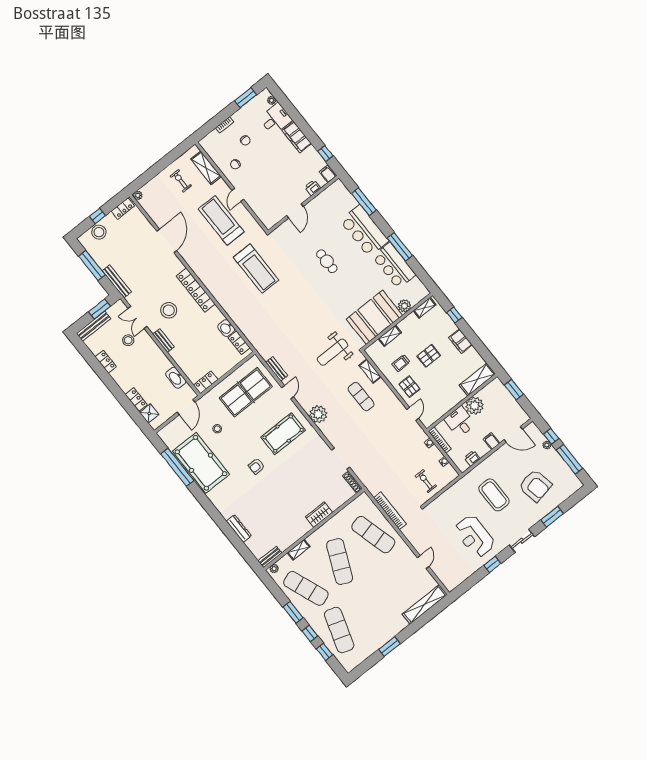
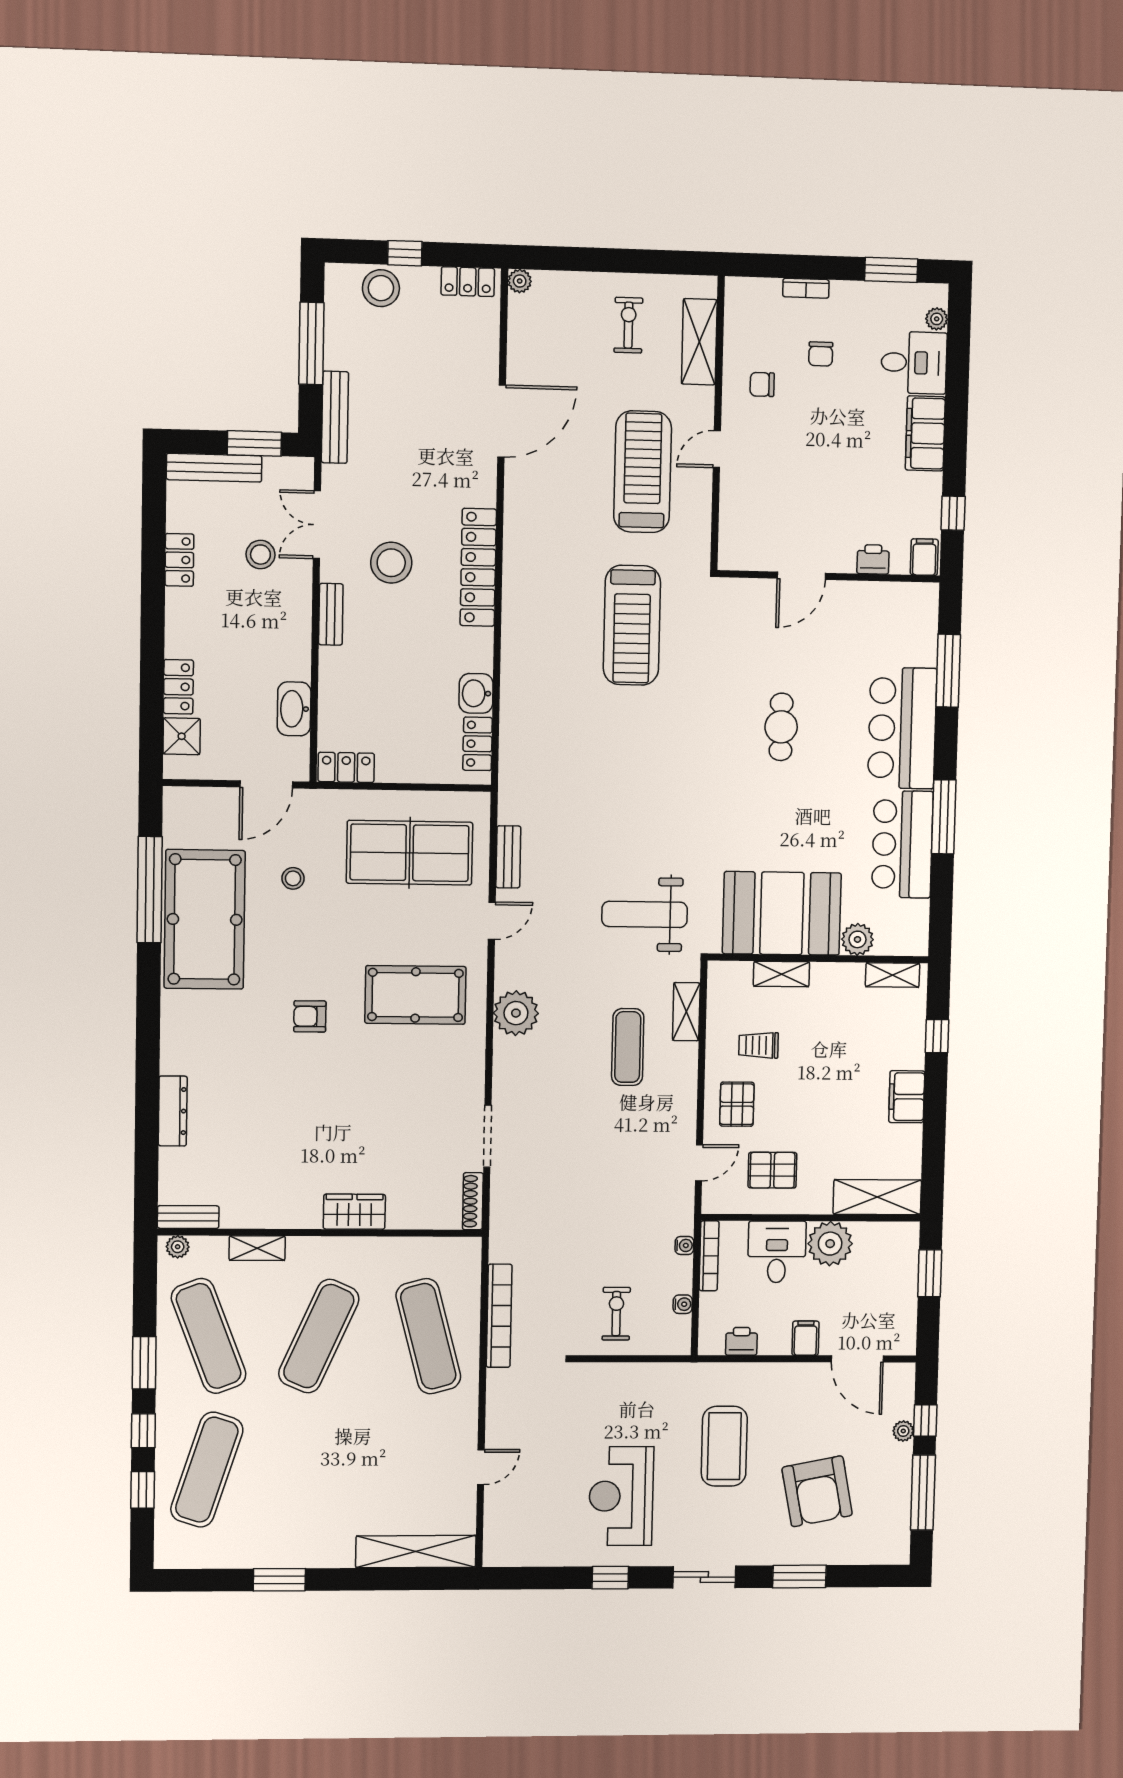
pallet: (429, 356) -> (772, 1170), moved

